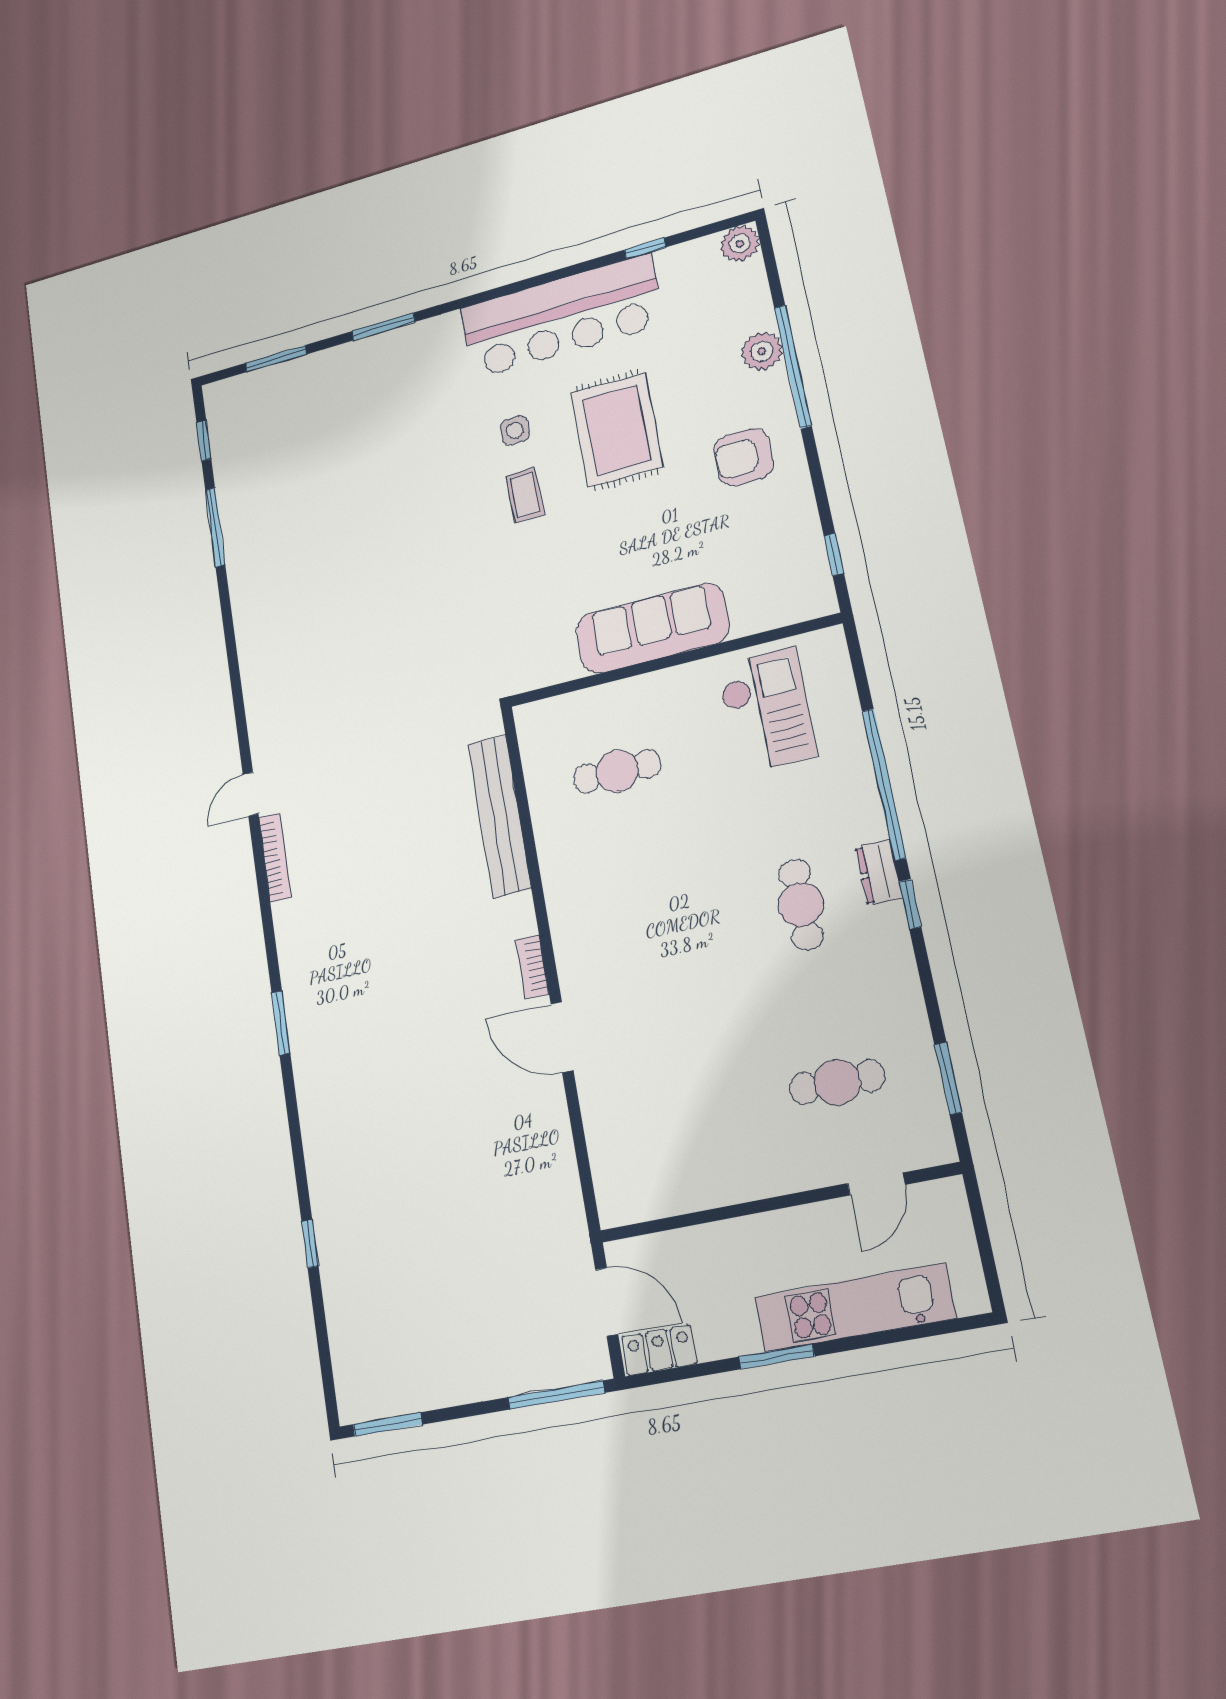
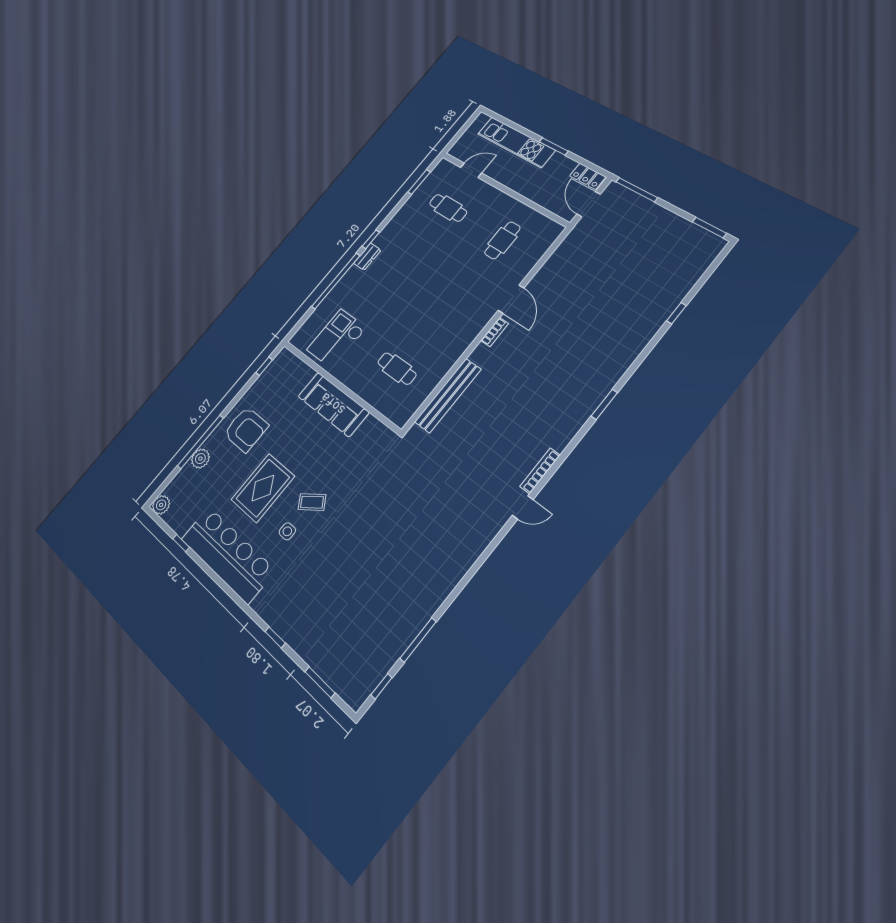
window: (383, 327) -> (275, 637), width x0.67
armchair: (743, 457) -> (246, 429), width x1.36, depth x1.36
coffee table: (525, 495) -> (312, 502), turned 57
cafe table: (801, 905) -> (502, 240), moved

